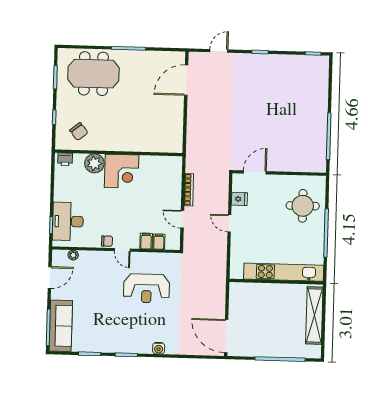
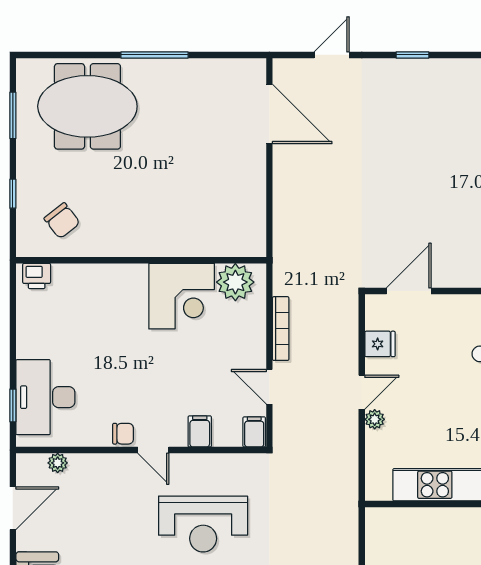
door: (186, 80) -> (269, 114), swing flipped
plant: (94, 163) -> (235, 282), moved
corner desk: (122, 171) -> (182, 296), moved
door: (229, 223) -> (362, 392), swing flipped
plant: (236, 237) -> (375, 419), added
filing cabinet: (159, 242) -> (254, 432), moved

